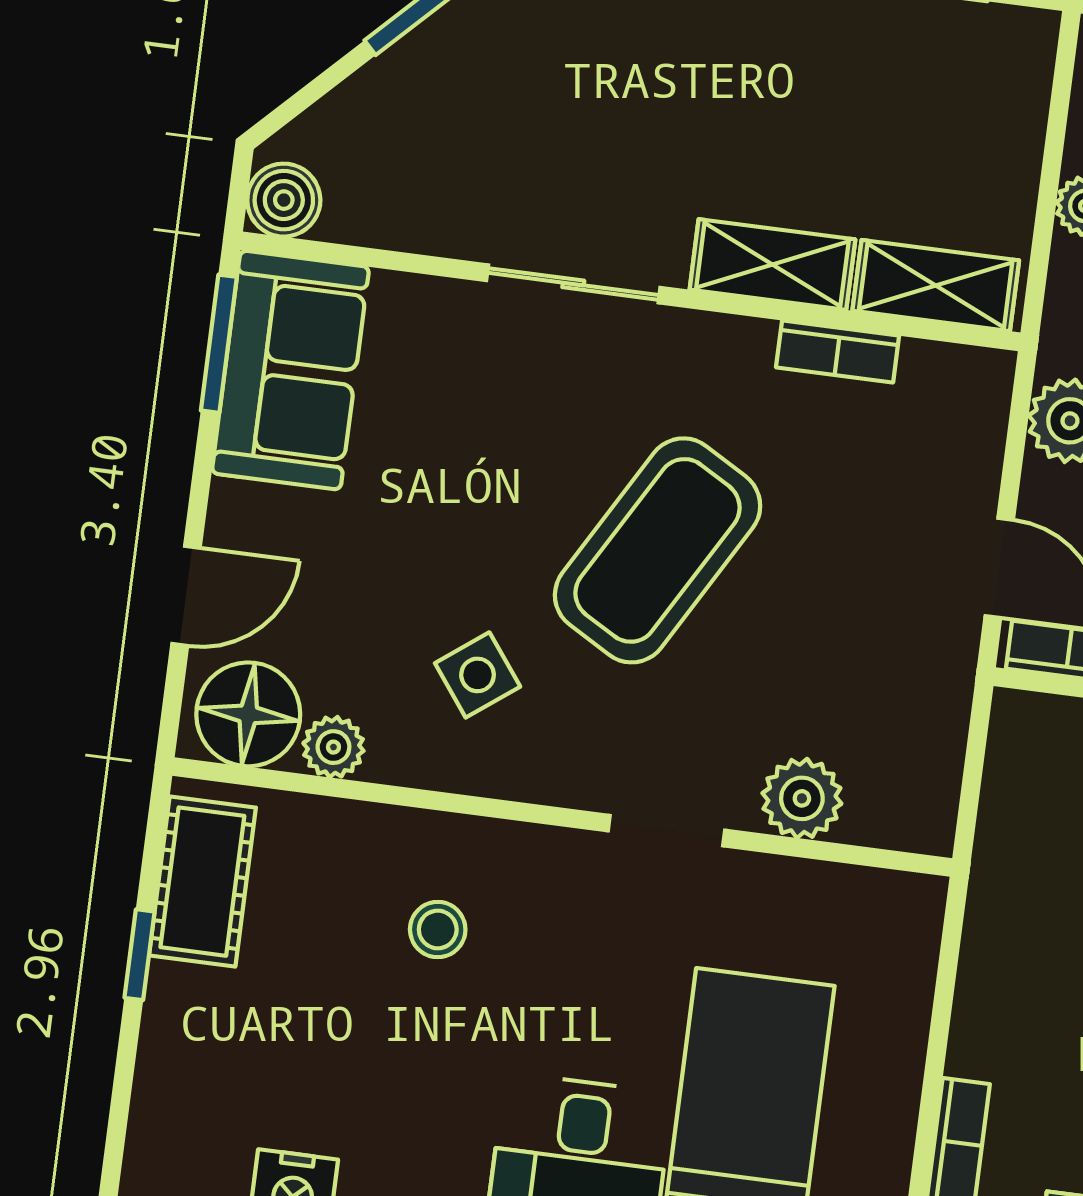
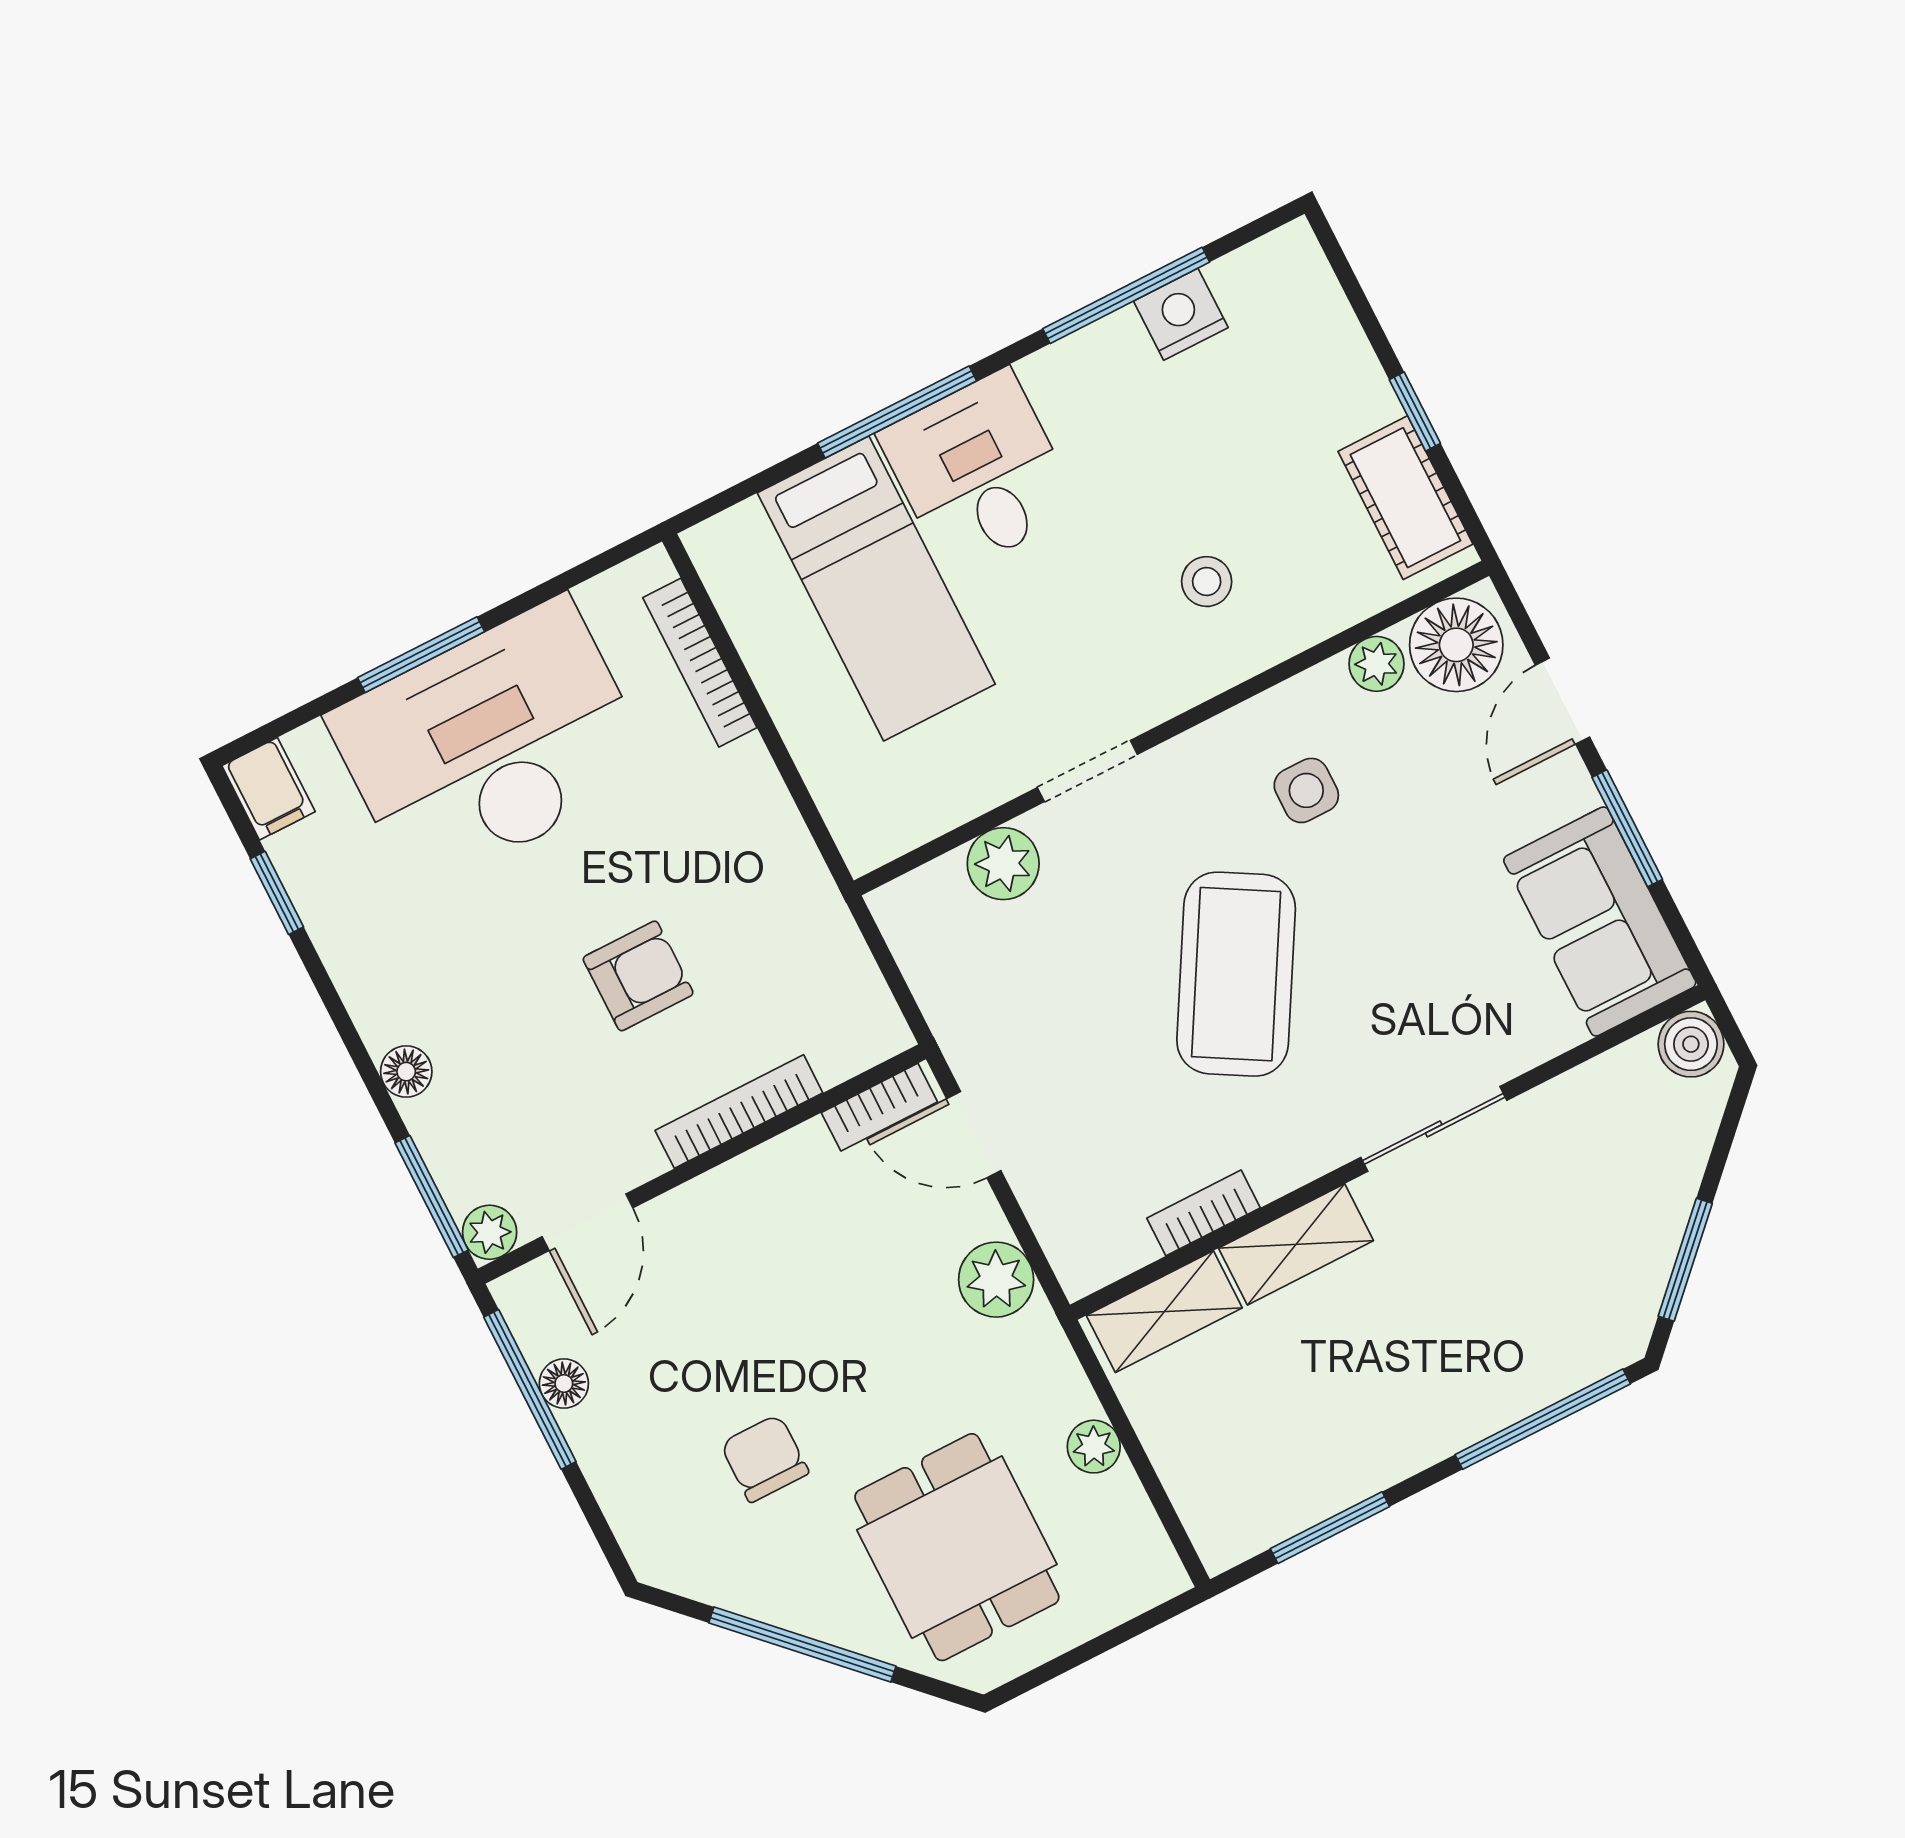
window: (219, 344) -> (1627, 828), moved
side table: (478, 675) -> (1306, 790), turned 37

